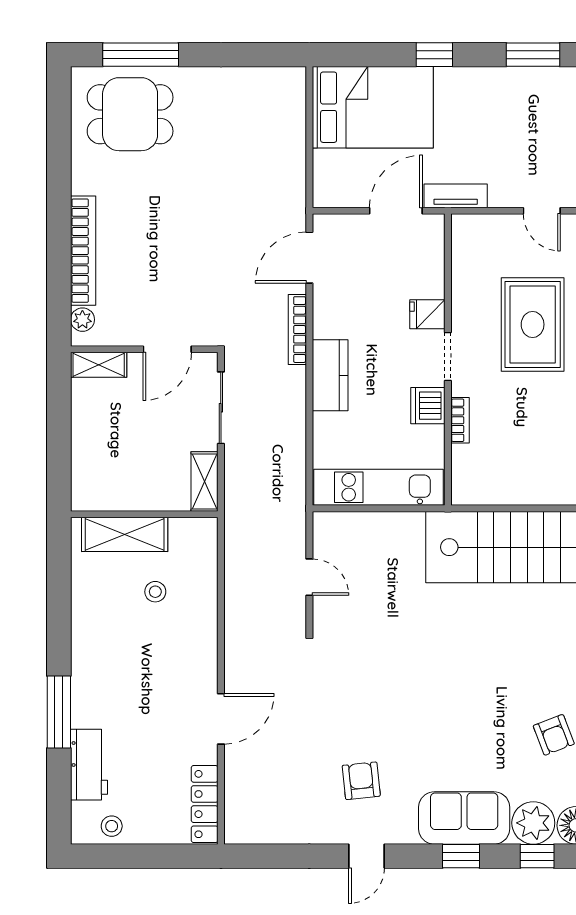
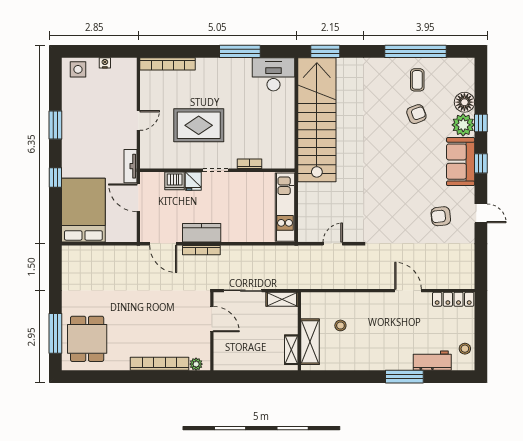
shelving: (99, 365) -> (291, 350), moved
kitchen counter: (330, 375) -> (202, 233), moved
dishwasher: (428, 406) -> (175, 181), moved

